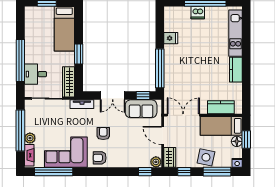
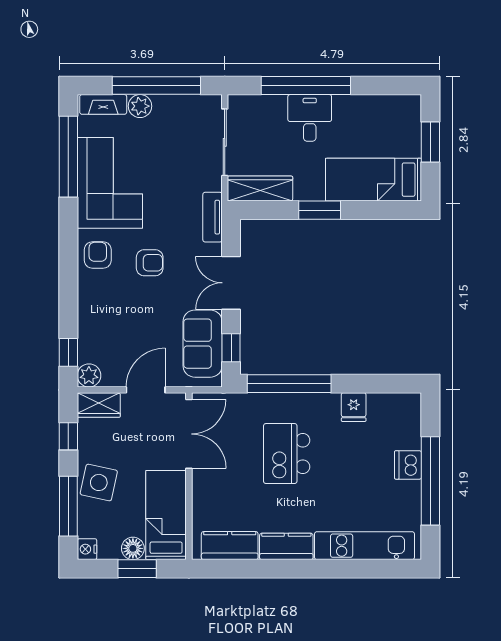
kitchen island: (192, 69) -> (287, 454), added
desk: (36, 74) -> (310, 118), moved
kitchen counter: (221, 107) -> (230, 546), moved, turned -90

